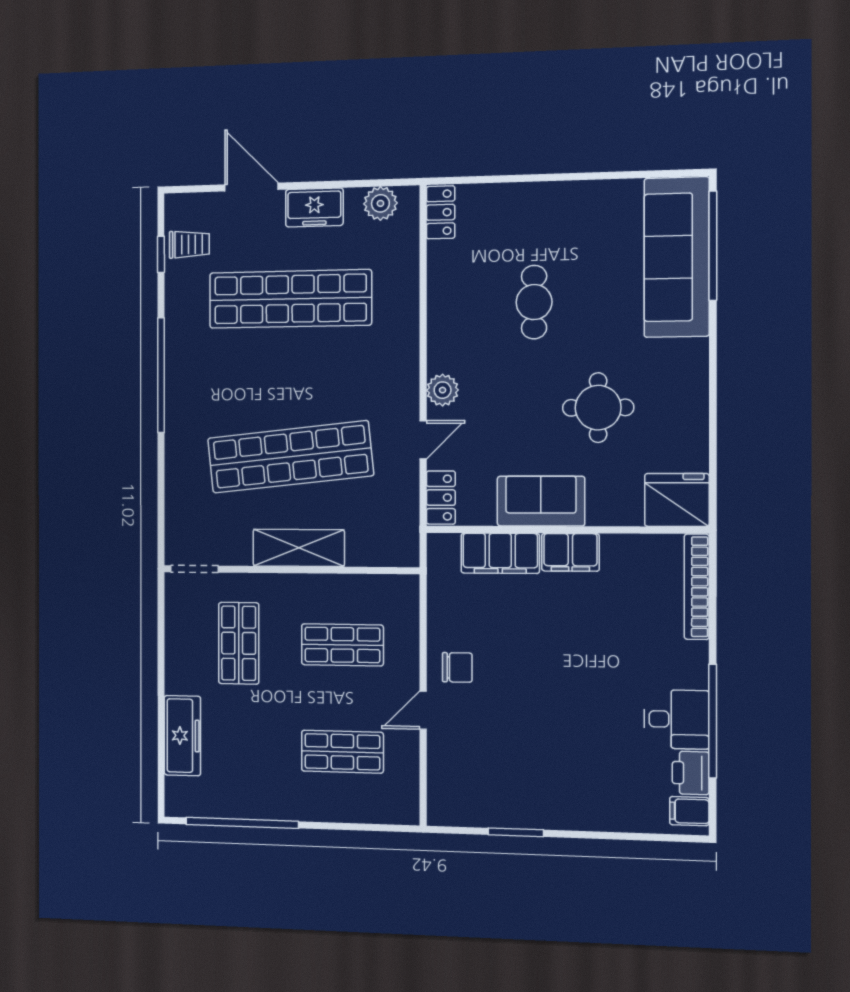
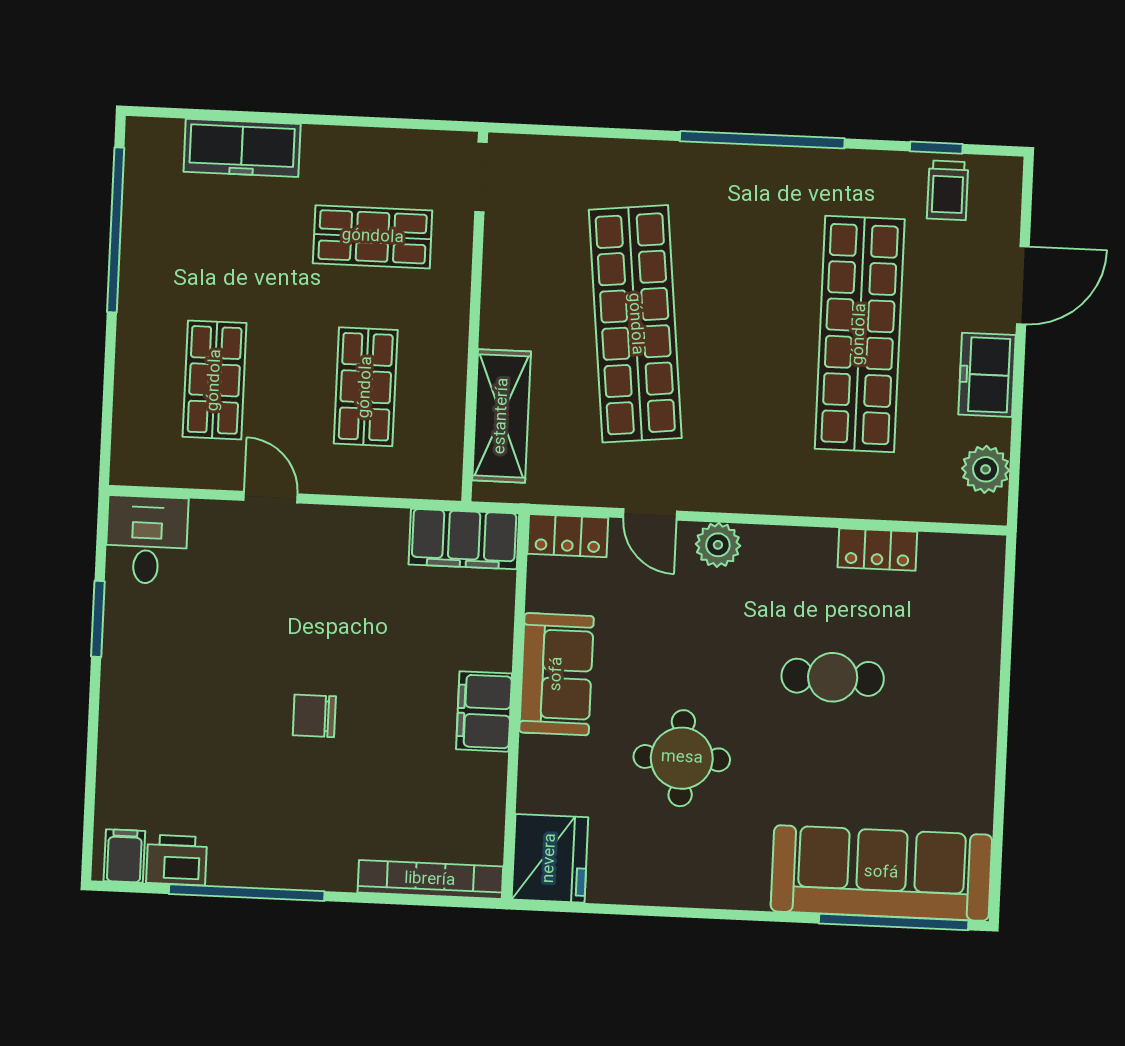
locker: (441, 212) -> (877, 549), moved
shelving: (299, 548) -> (502, 416), moved
filing cabinet: (500, 553) -> (464, 539), moved, turned -90
chair: (457, 667) -> (314, 716), moved, turned 90
desk: (676, 719) -> (147, 540), moved, turned 180

